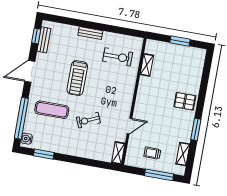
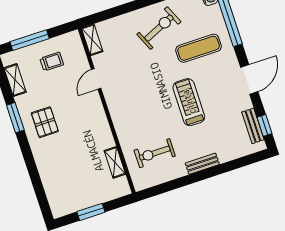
pallet: (185, 101) -> (45, 122), moved, turned 90
exercise bike: (88, 120) -> (159, 28), moved, width x1.38, depth x1.39

